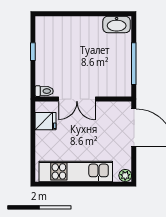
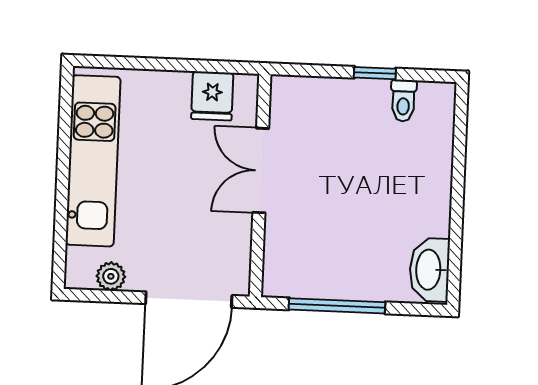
toilet: (44, 91) -> (403, 101), moved
plant: (125, 176) -> (111, 276), moved

